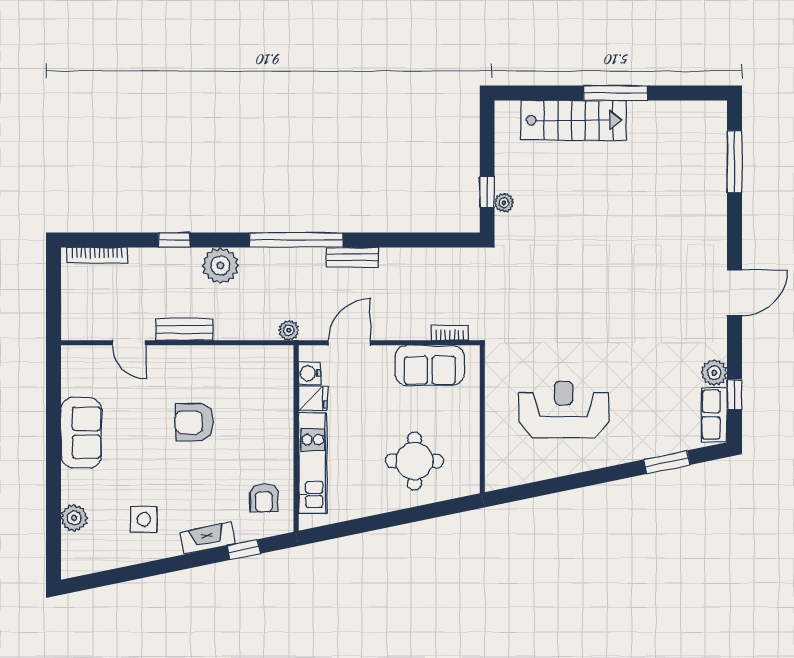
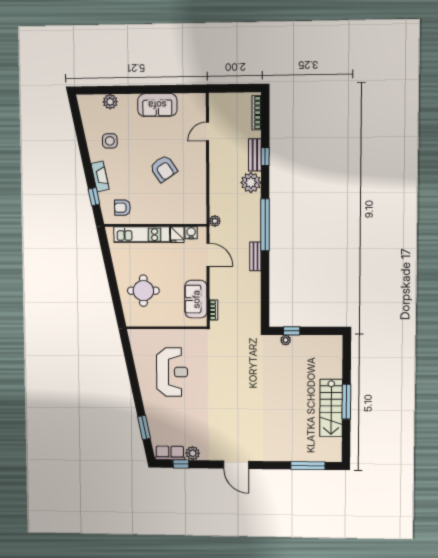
stairs: (574, 120) -> (331, 408), moved
bench: (184, 329) -> (255, 155), moved
armchair: (194, 422) -> (164, 169), turned 146

